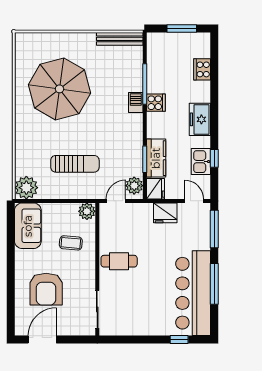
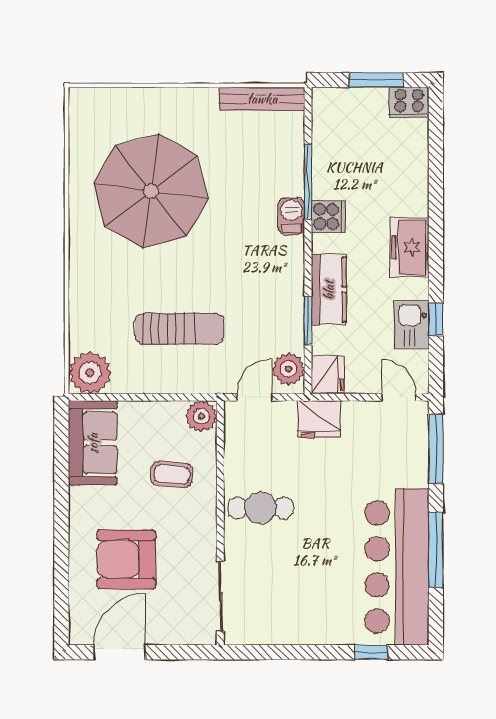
cooker: (202, 69) -> (409, 102), moved, turned -90
kitchen counter: (156, 158) -> (329, 290), moved
fridge: (165, 213) -> (319, 419), moved
armchair: (46, 289) -> (126, 559), turned 90

